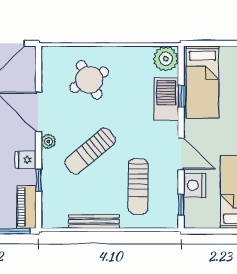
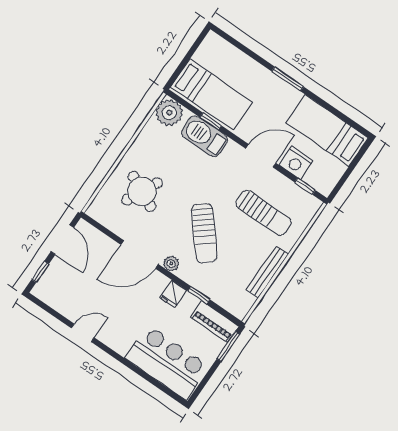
round table: (89, 80) -> (142, 191), turned -36

